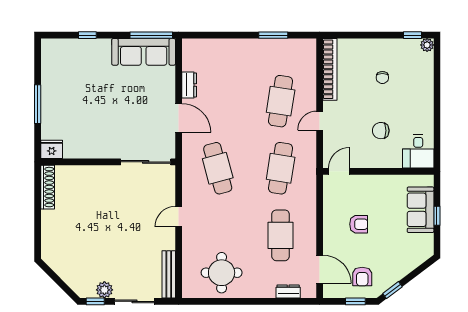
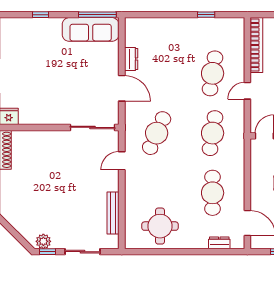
window: (273, 35) -> (206, 15), width x0.67
cafe table: (218, 168) -> (157, 133), turned 39
door: (179, 217) -> (122, 161), moved
bench: (169, 274) -> (113, 213), moved
plant: (104, 290) -> (43, 241), moved

